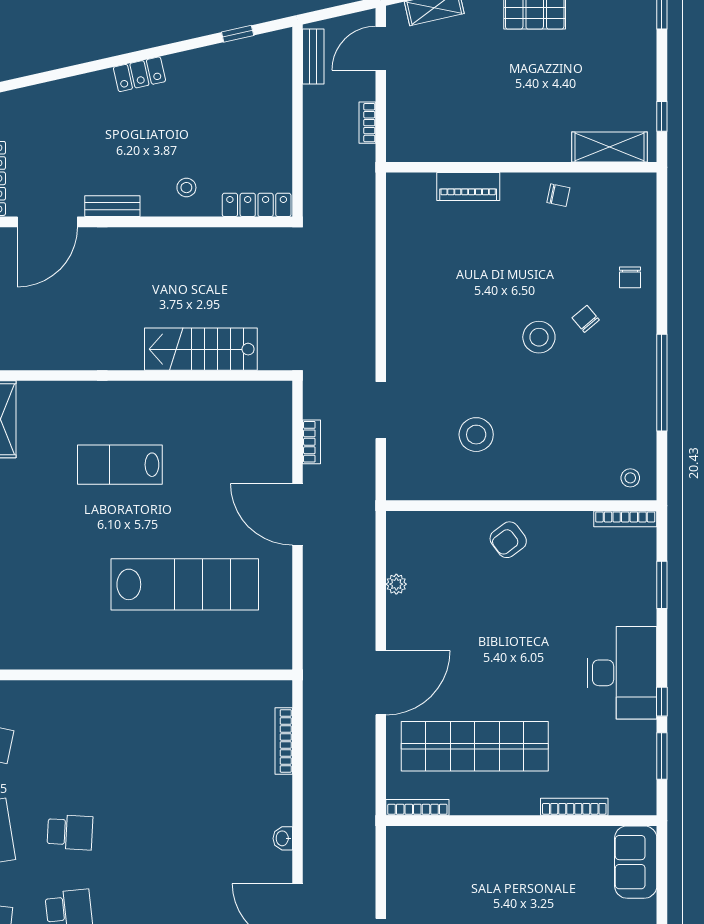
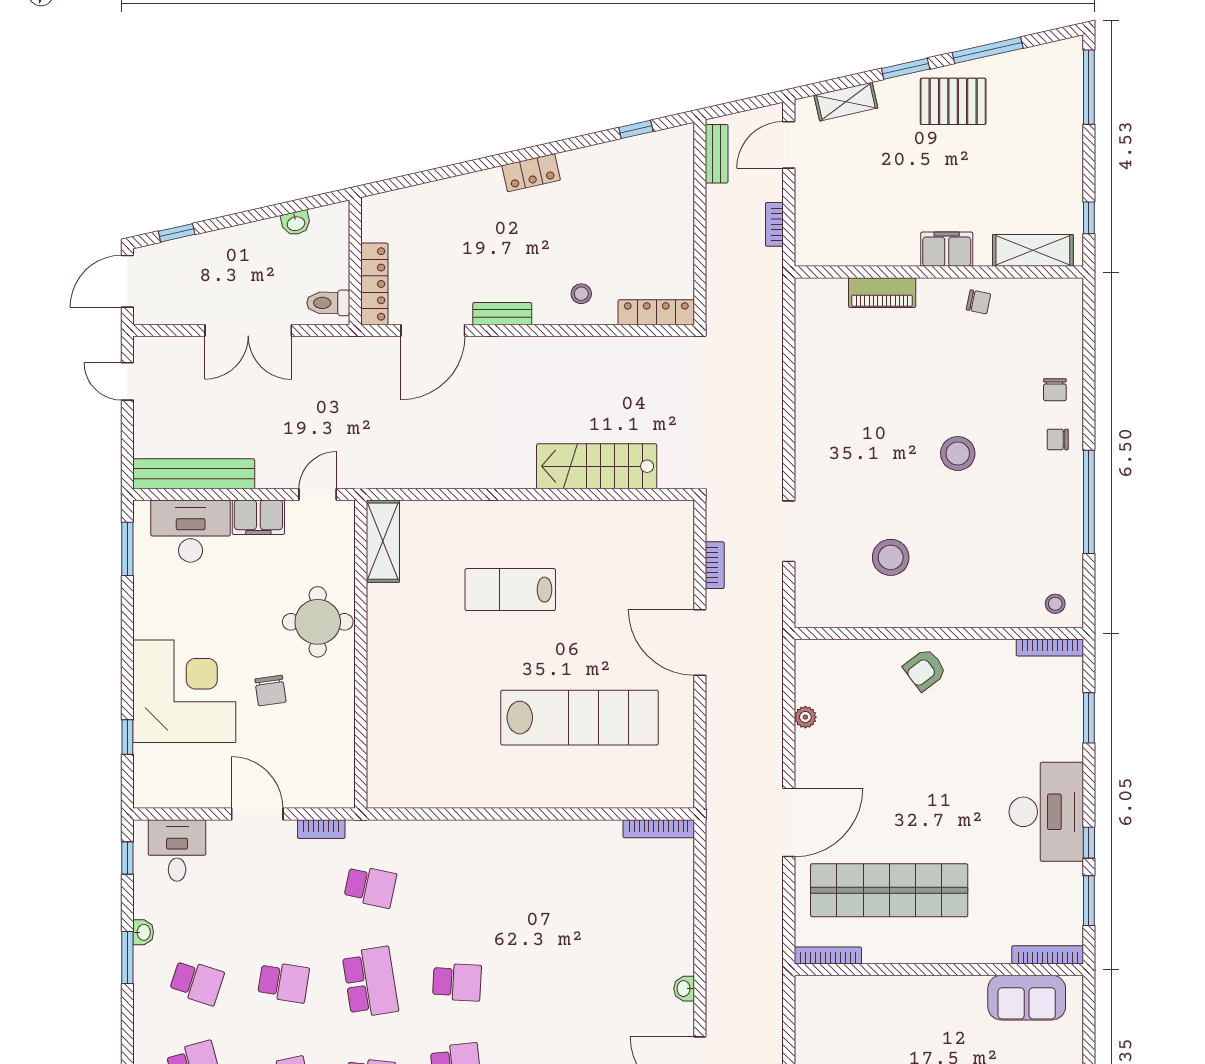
filing cabinet: (529, 146) -> (947, 249), added
chair: (586, 319) -> (1058, 439), moved, turned -50
bookcase: (284, 741) -> (659, 829), moved, turned -90
bookcase: (574, 807) -> (1048, 955), moved
sofa: (636, 862) -> (1027, 998), moved, turned -90

